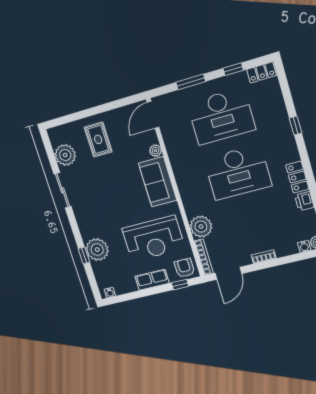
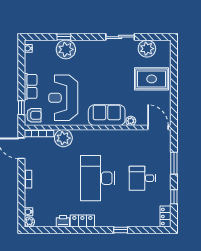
desk: (221, 116) -> (142, 178), width x0.53, depth x0.77
rug: (98, 139) -> (152, 79), width x1.36, depth x1.43

